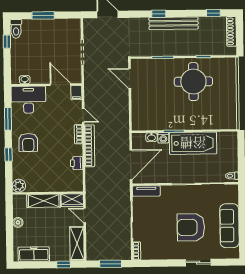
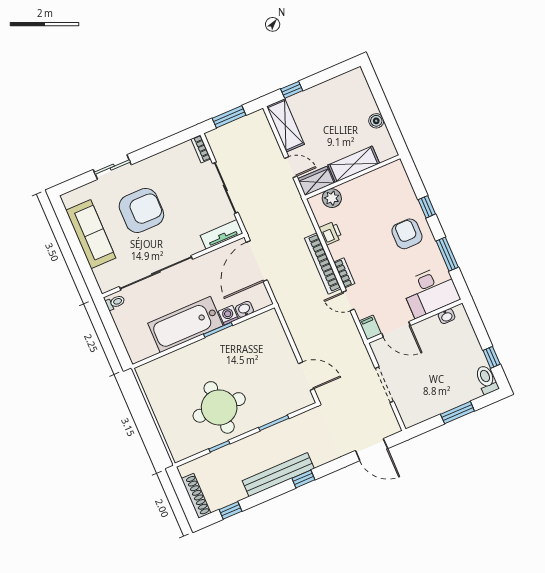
plant: (19, 186) -> (332, 198), moved
freezer: (34, 254) -> (337, 87), removed

